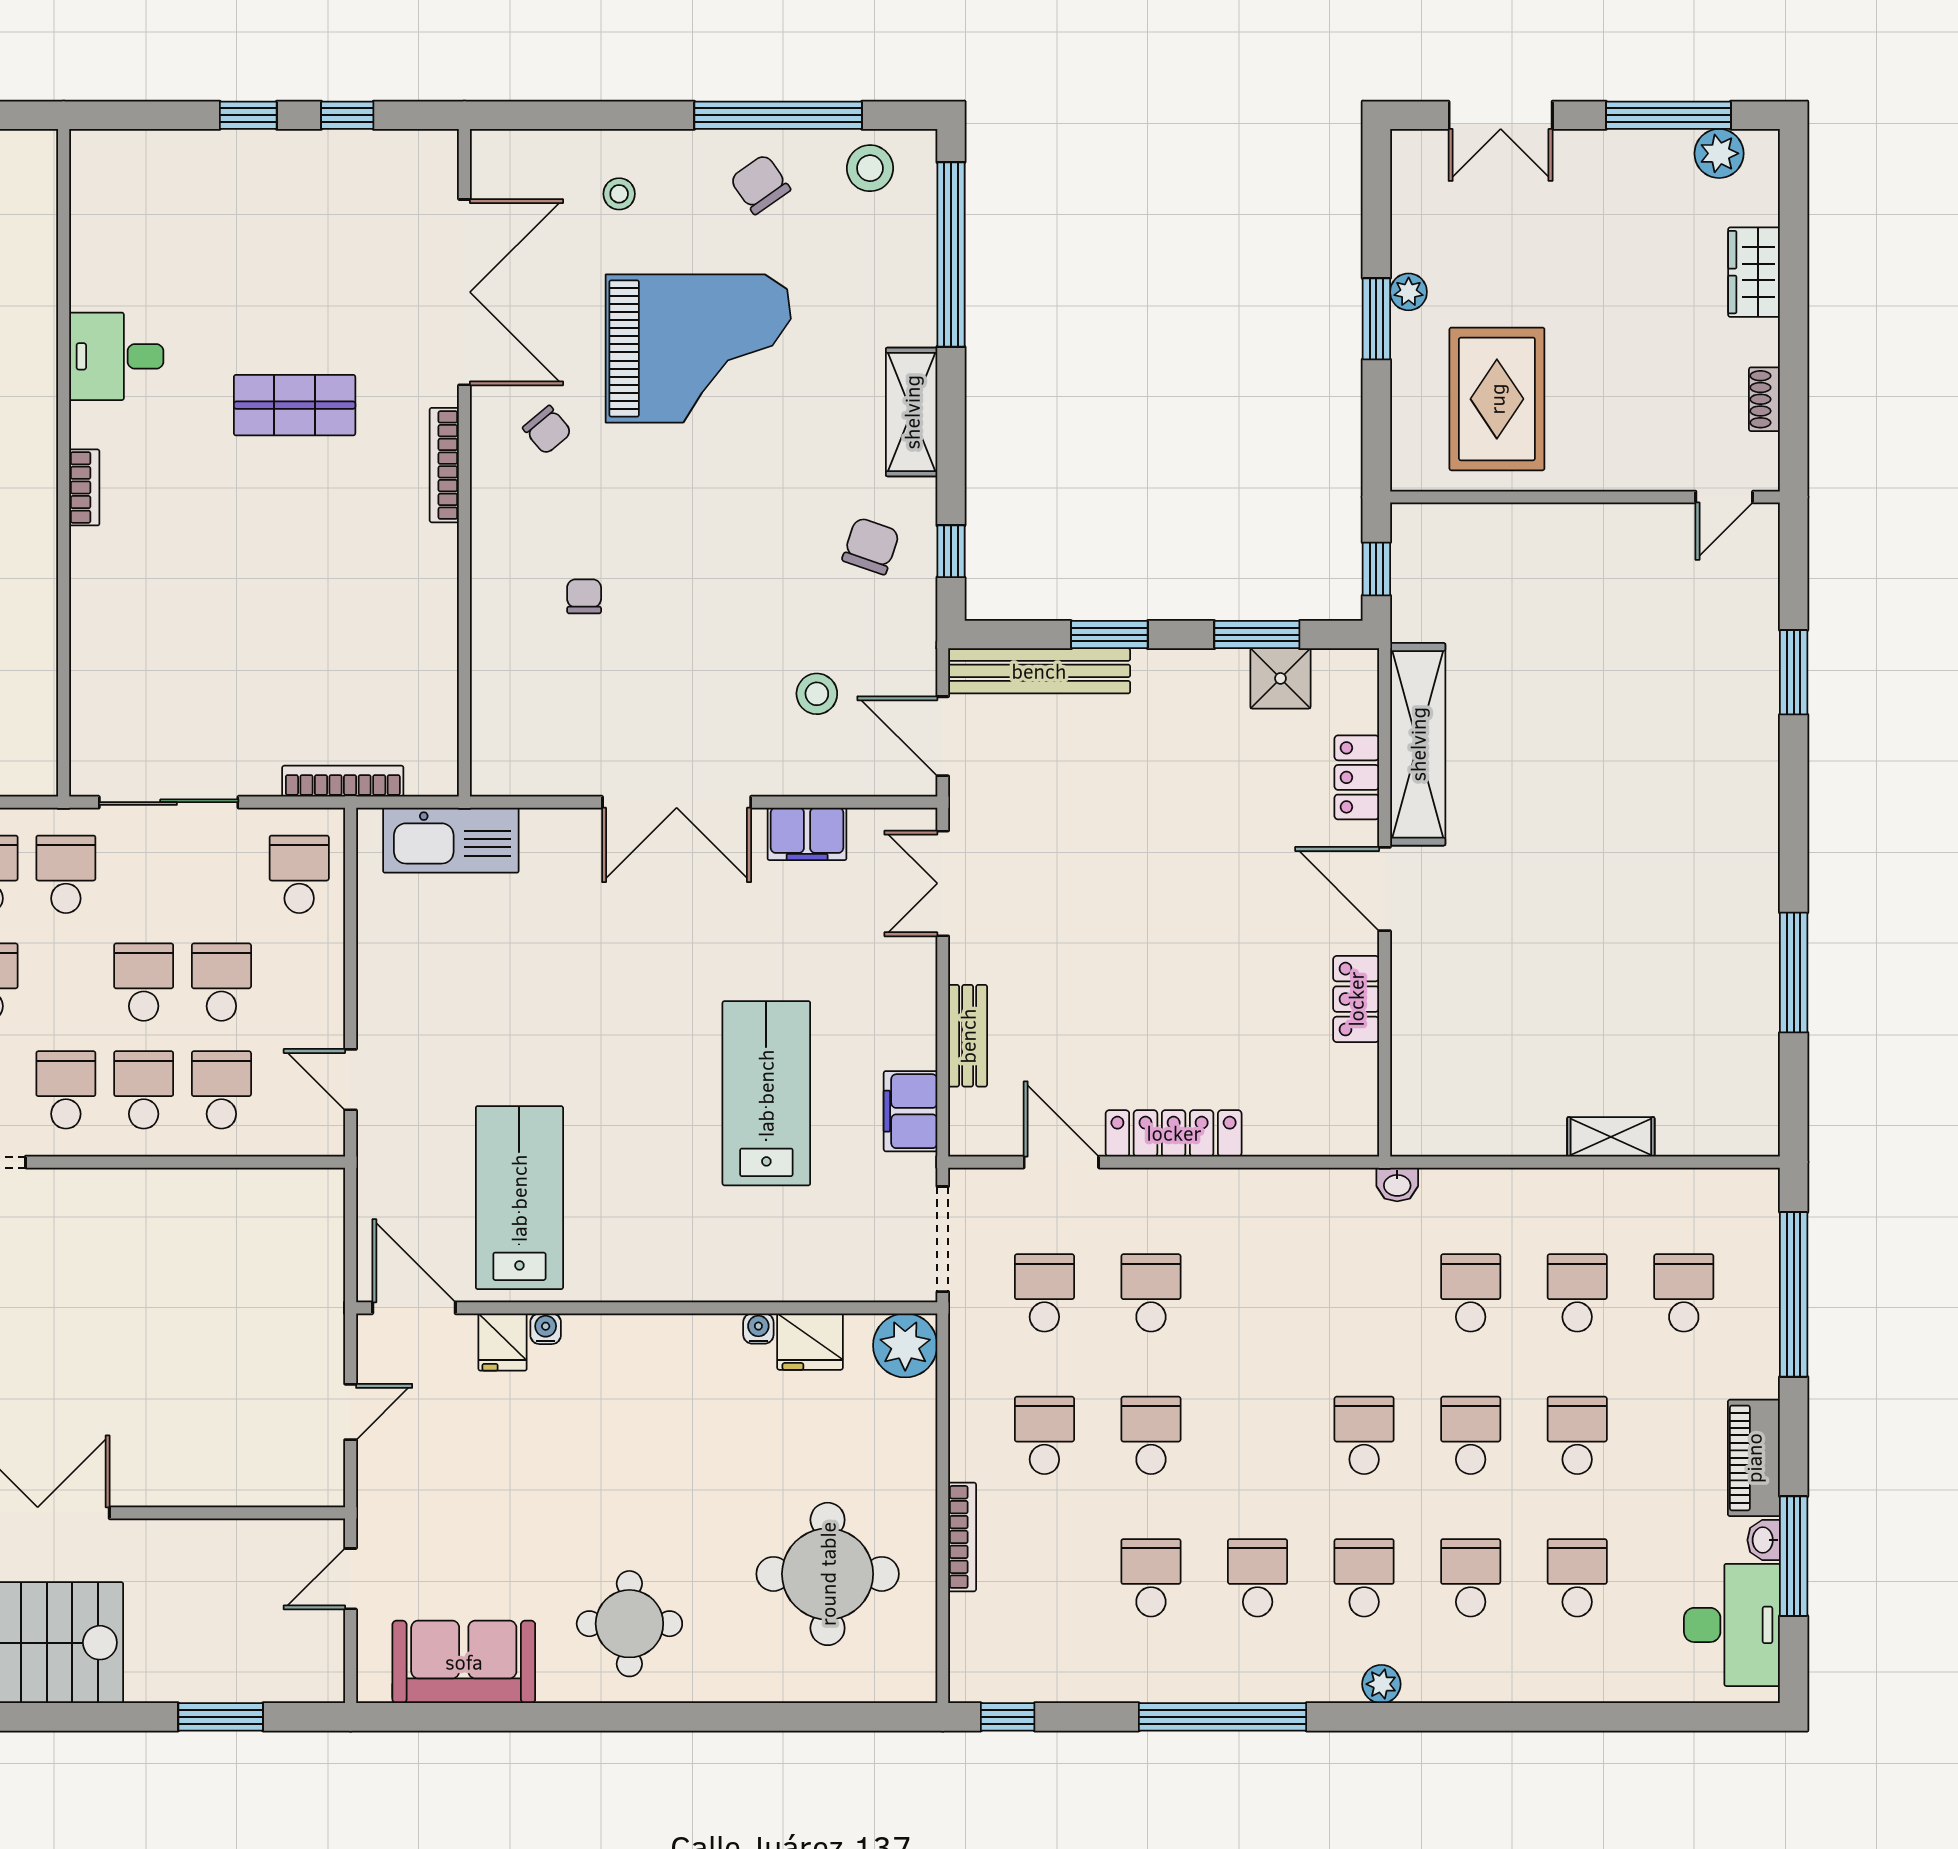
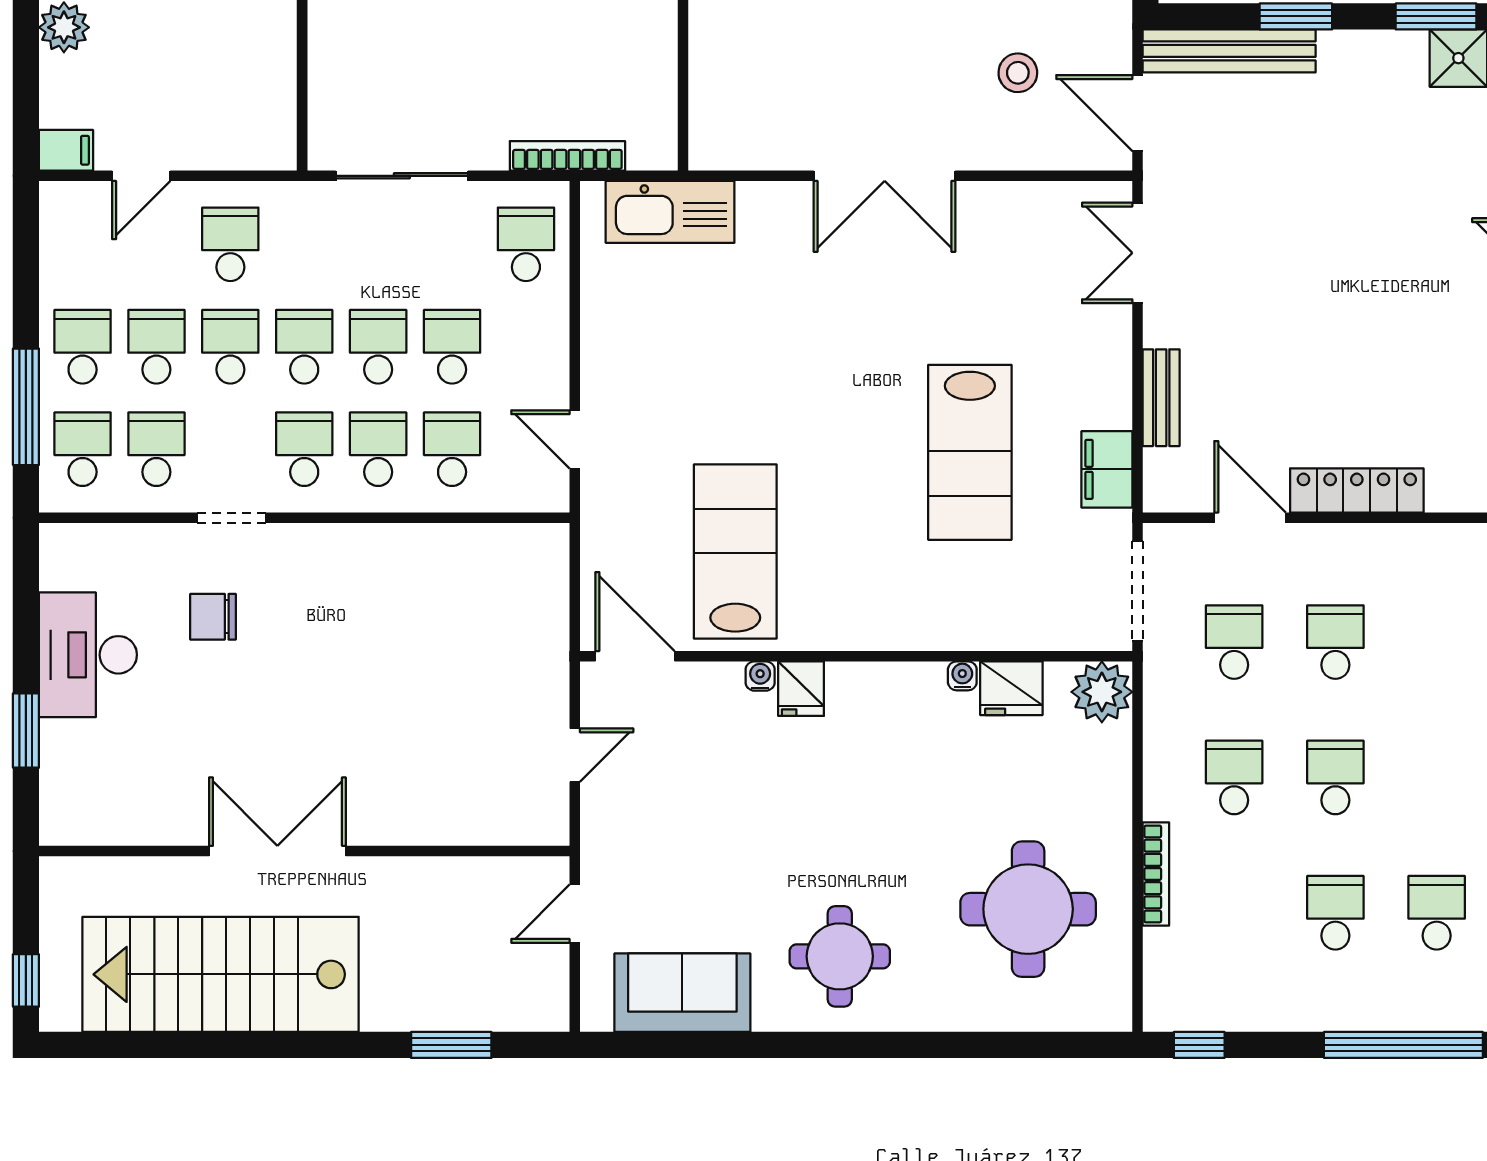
filing cabinet: (807, 834) -> (1009, 206), removed
school desk: (66, 874) -> (304, 347), moved
lab bench: (766, 1093) -> (970, 452), turned 180
fridge: (503, 1342) -> (801, 689), moved

